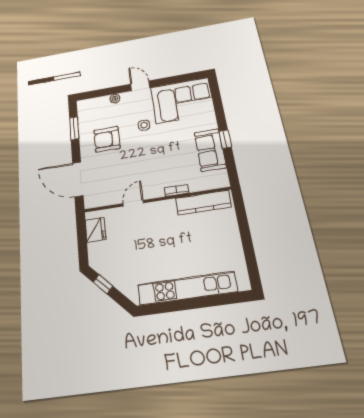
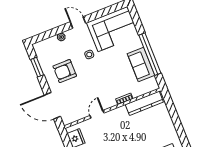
window: (225, 139) -> (150, 54), width x3.17

